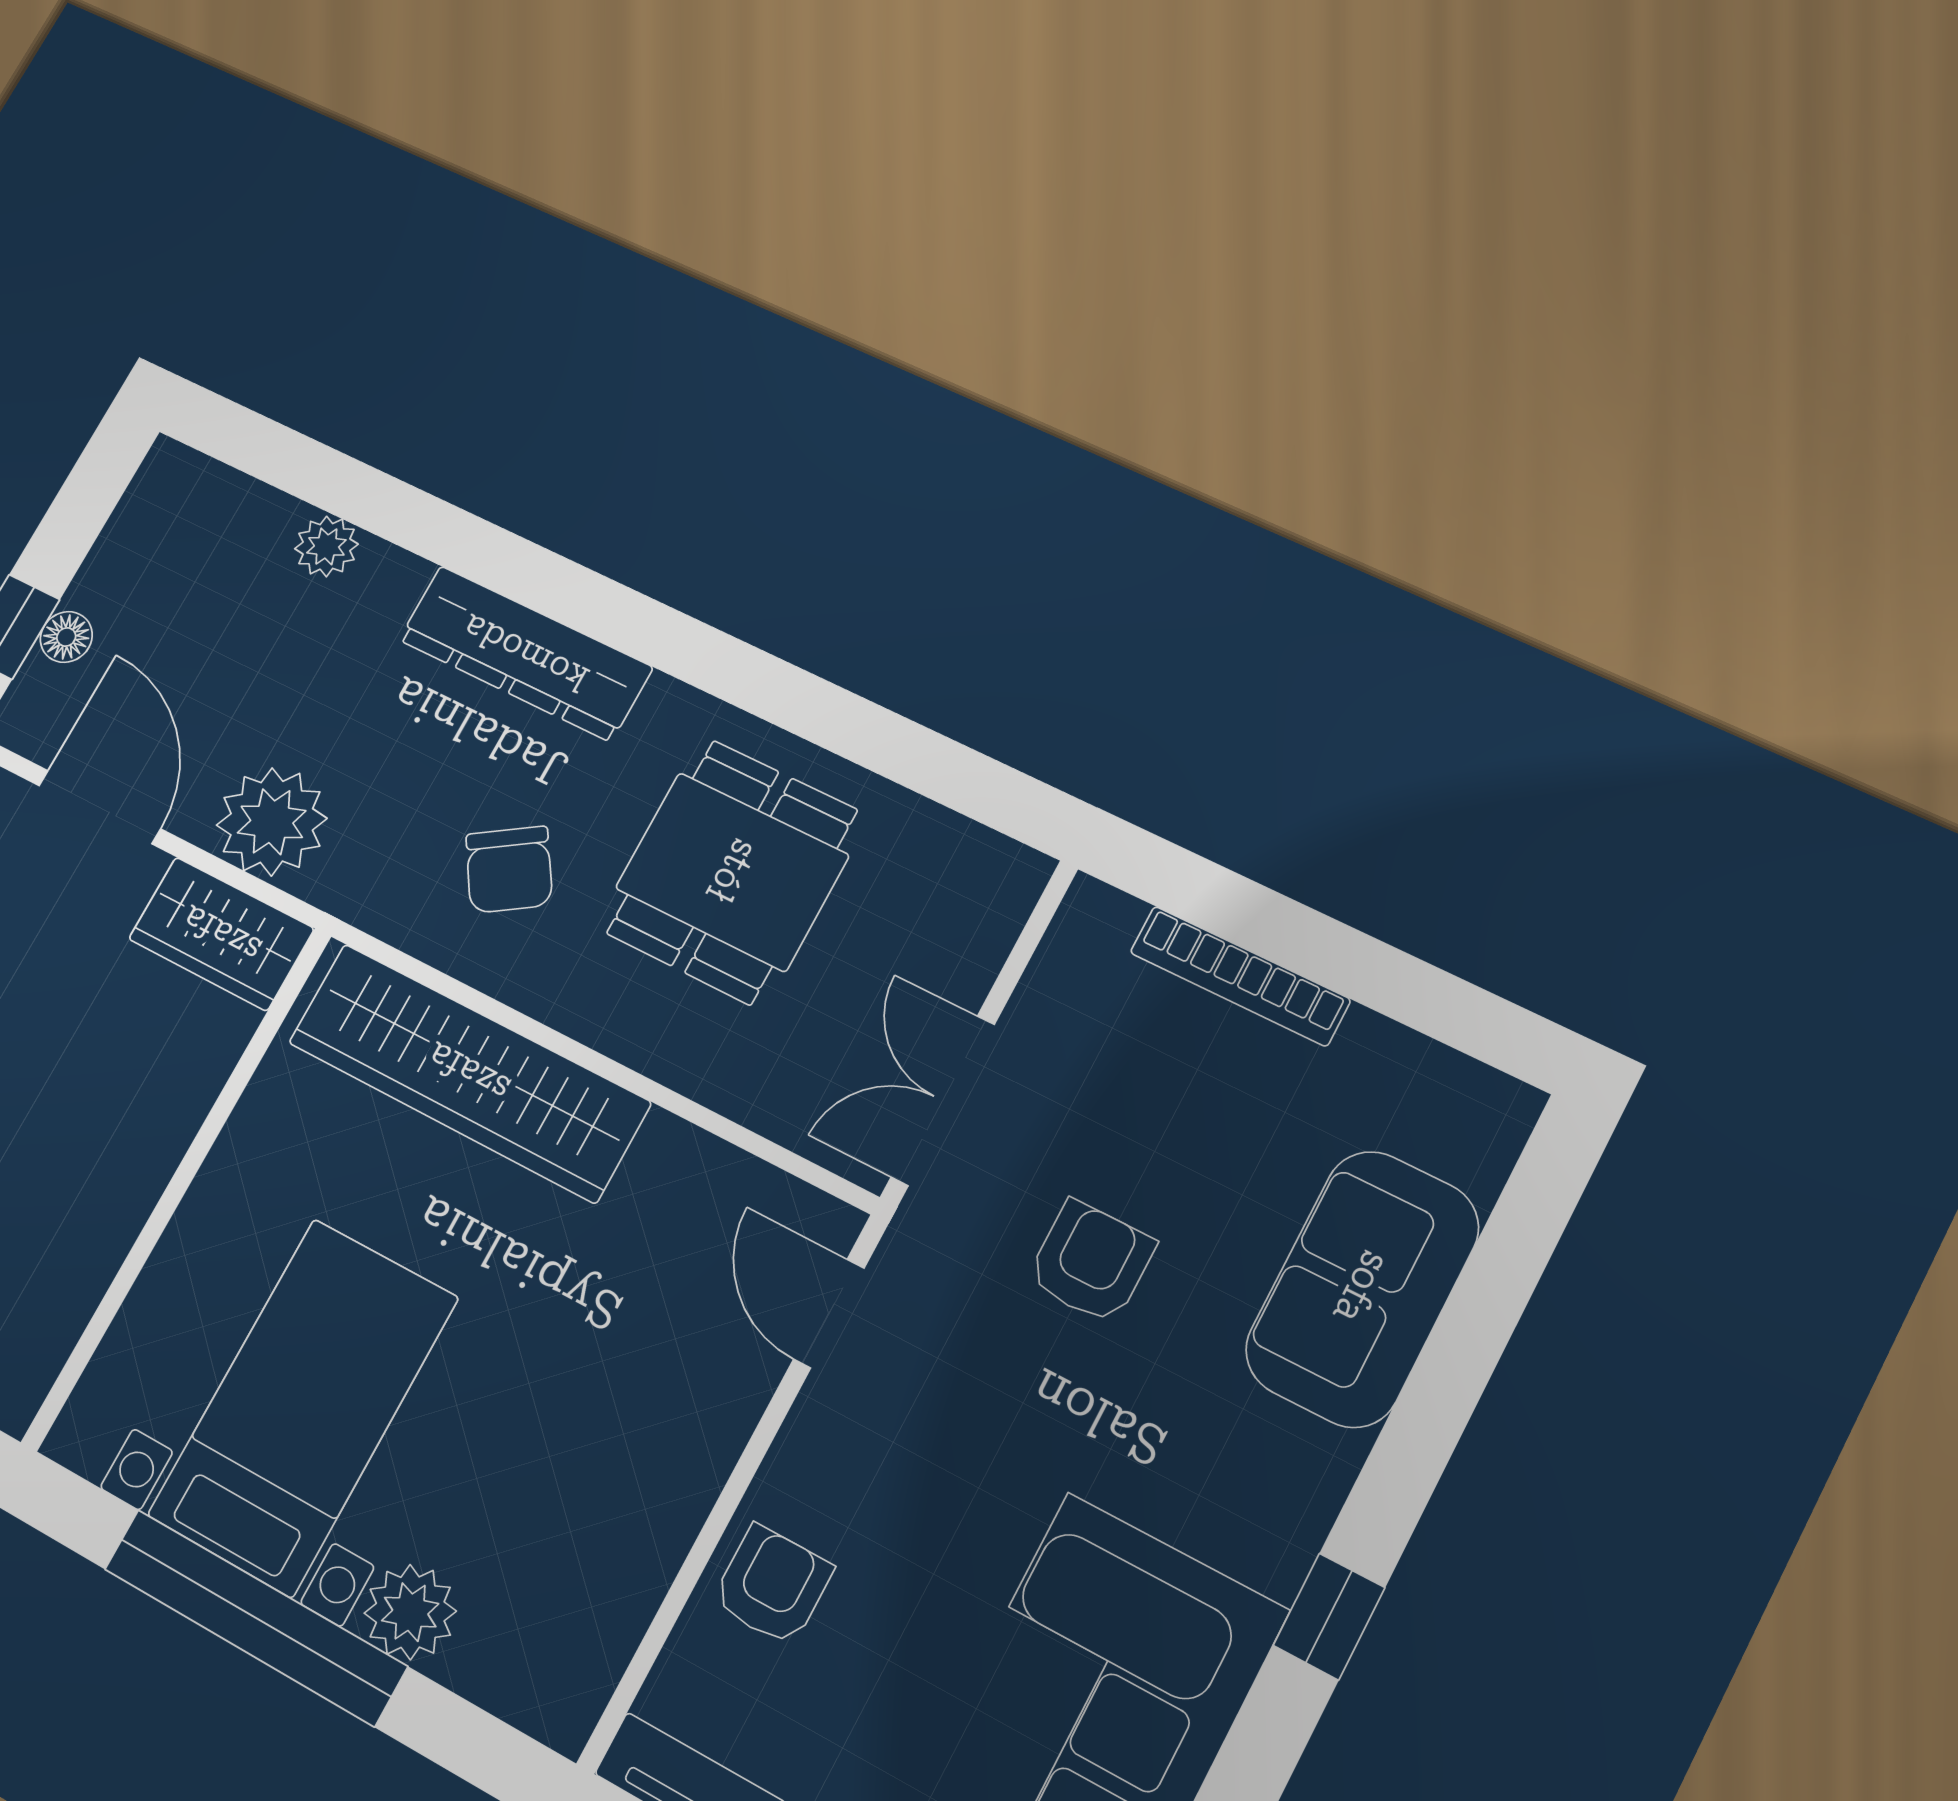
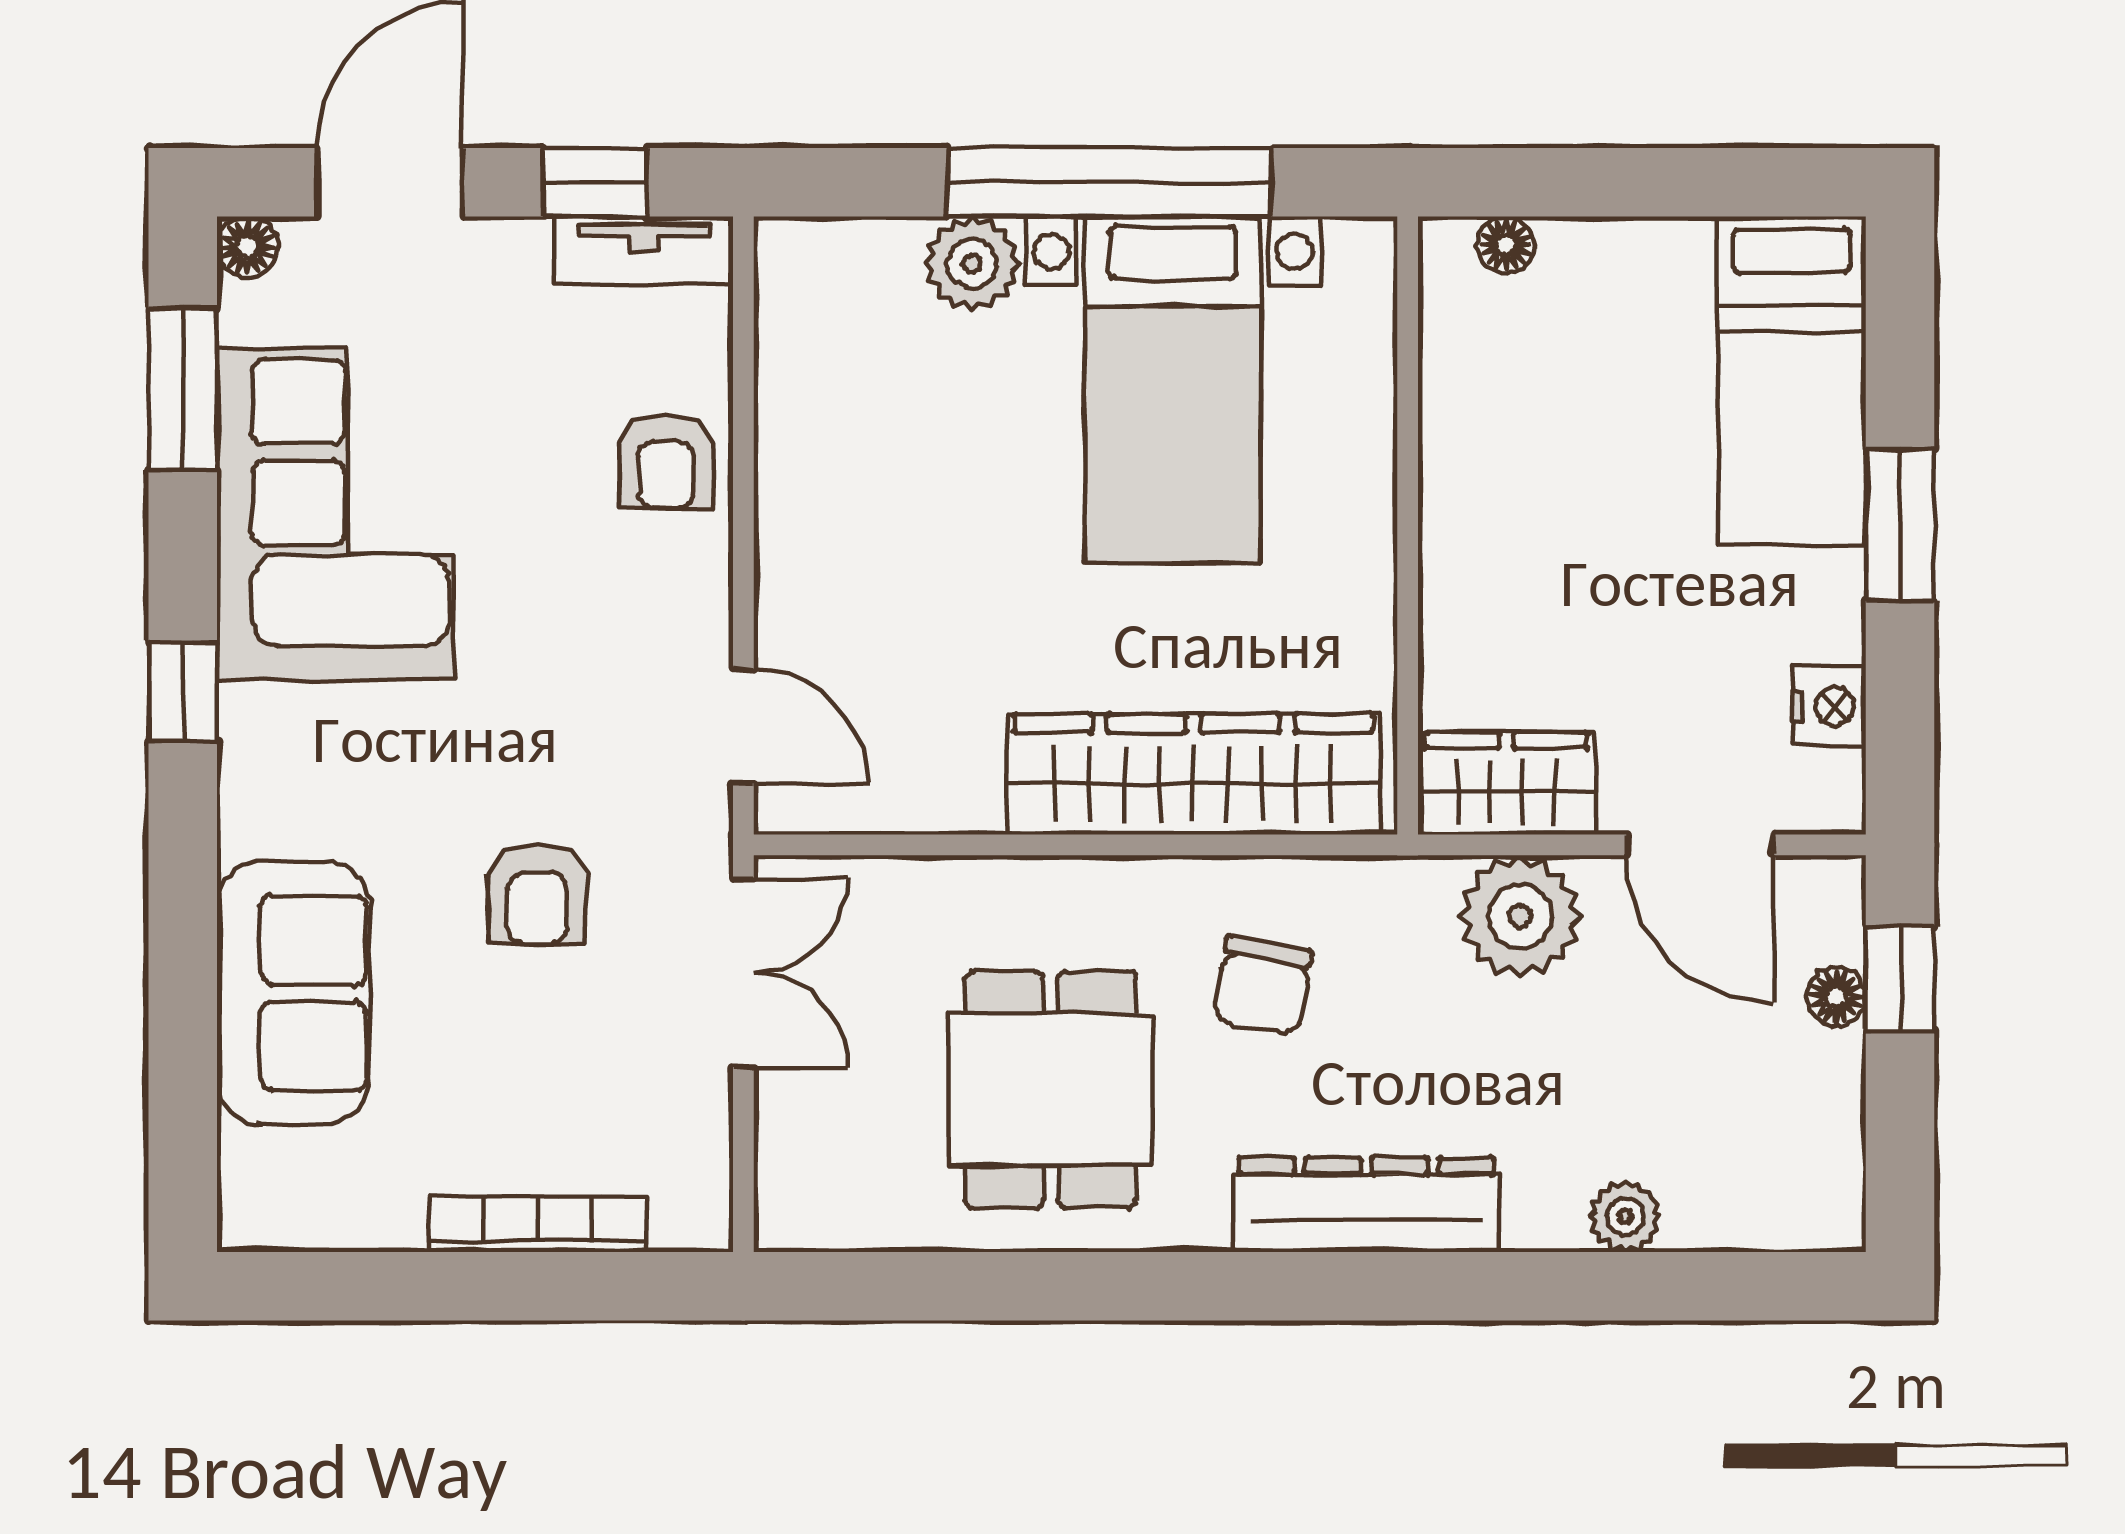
chair: (509, 870) -> (1263, 986), turned -137

